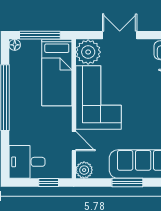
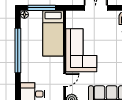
plant: (88, 52) -> (74, 19), removed
door: (74, 141) -> (65, 80), hinge flipped

